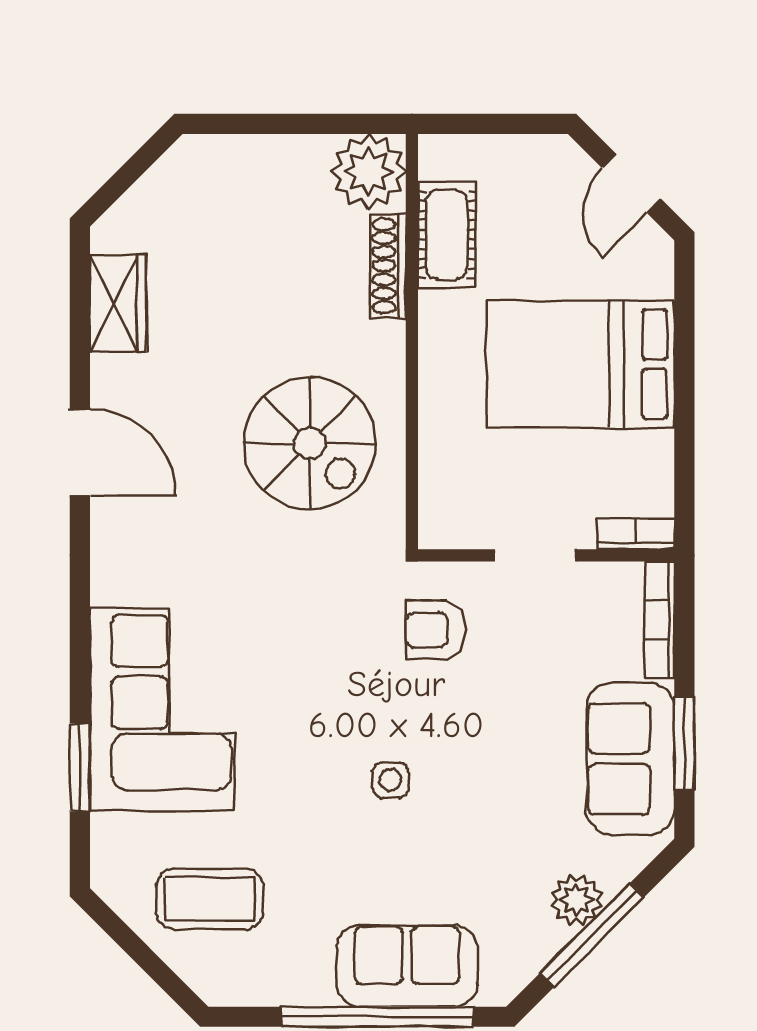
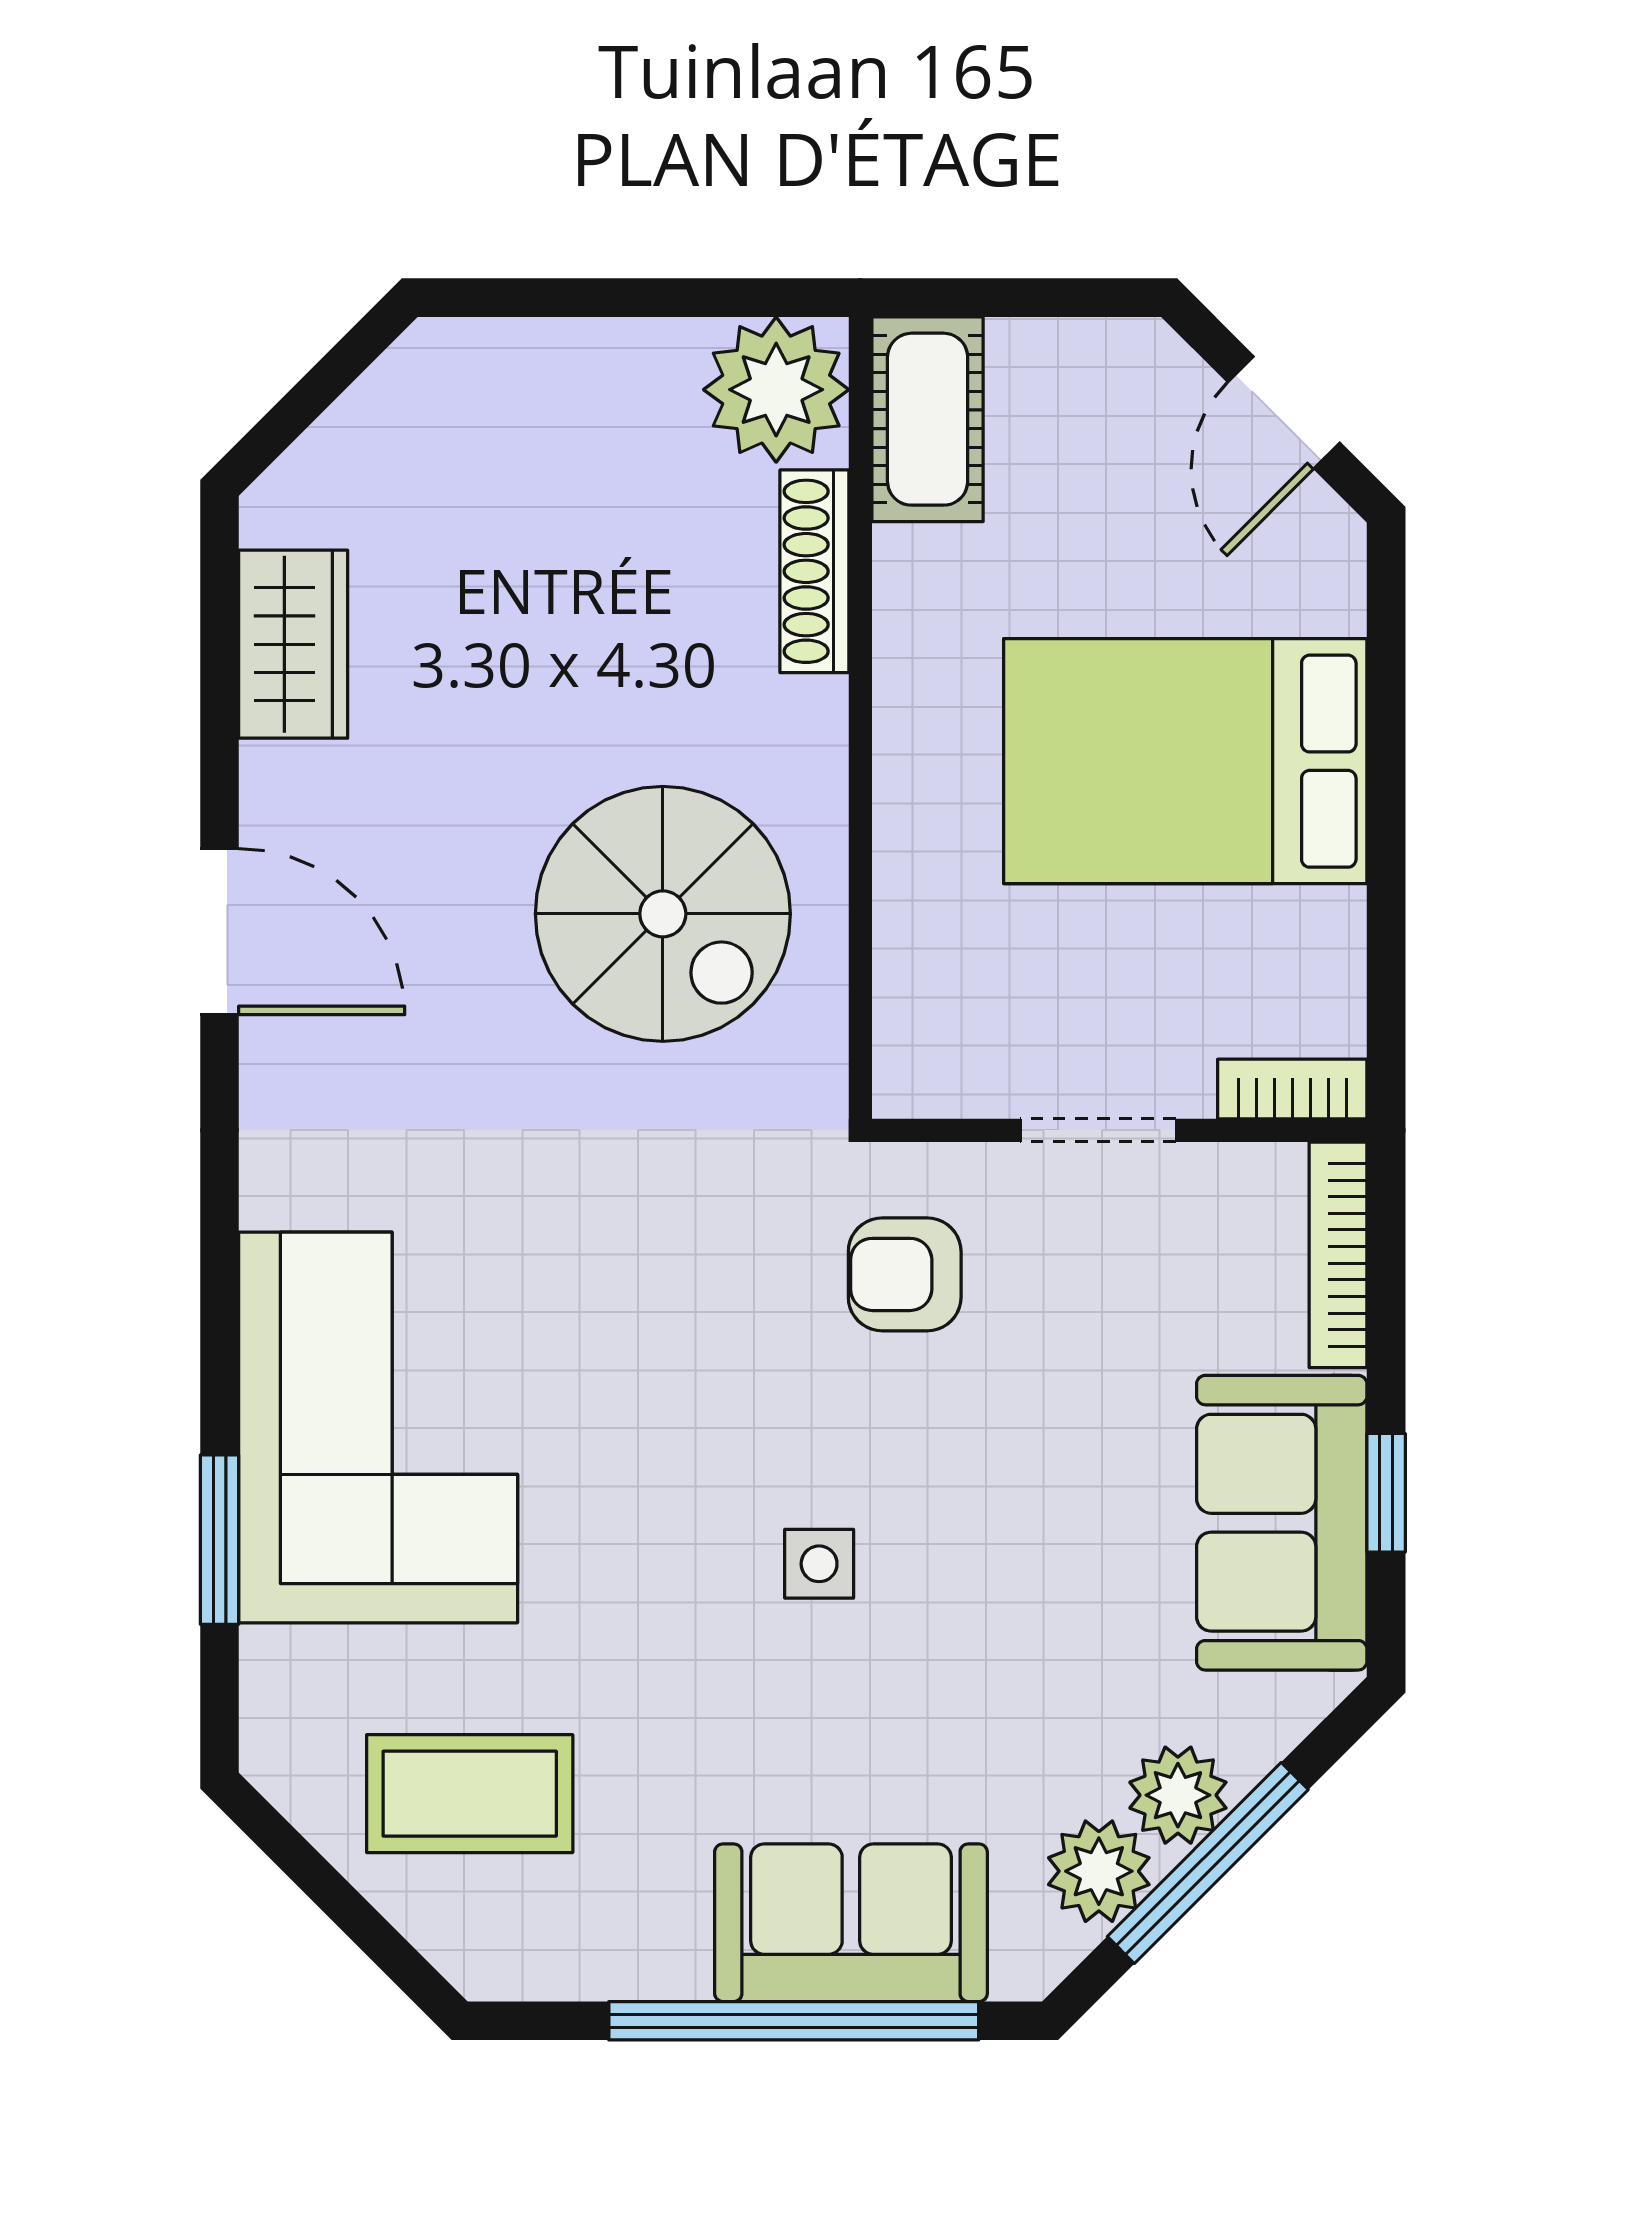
cot: (447, 235) -> (928, 419), moved
window: (684, 743) -> (1386, 1493), width x0.67
plant: (535, 939) -> (1099, 1871), added

